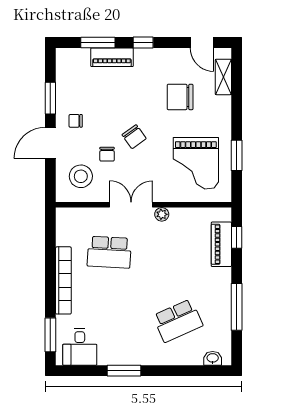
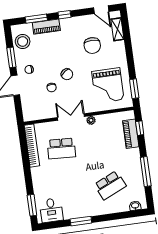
chair: (180, 97) -> (92, 45), turned -90
window: (237, 155) -> (134, 89), moved
stool: (81, 176) -> (23, 41), moved
bookcase: (63, 280) -> (32, 146), moved

